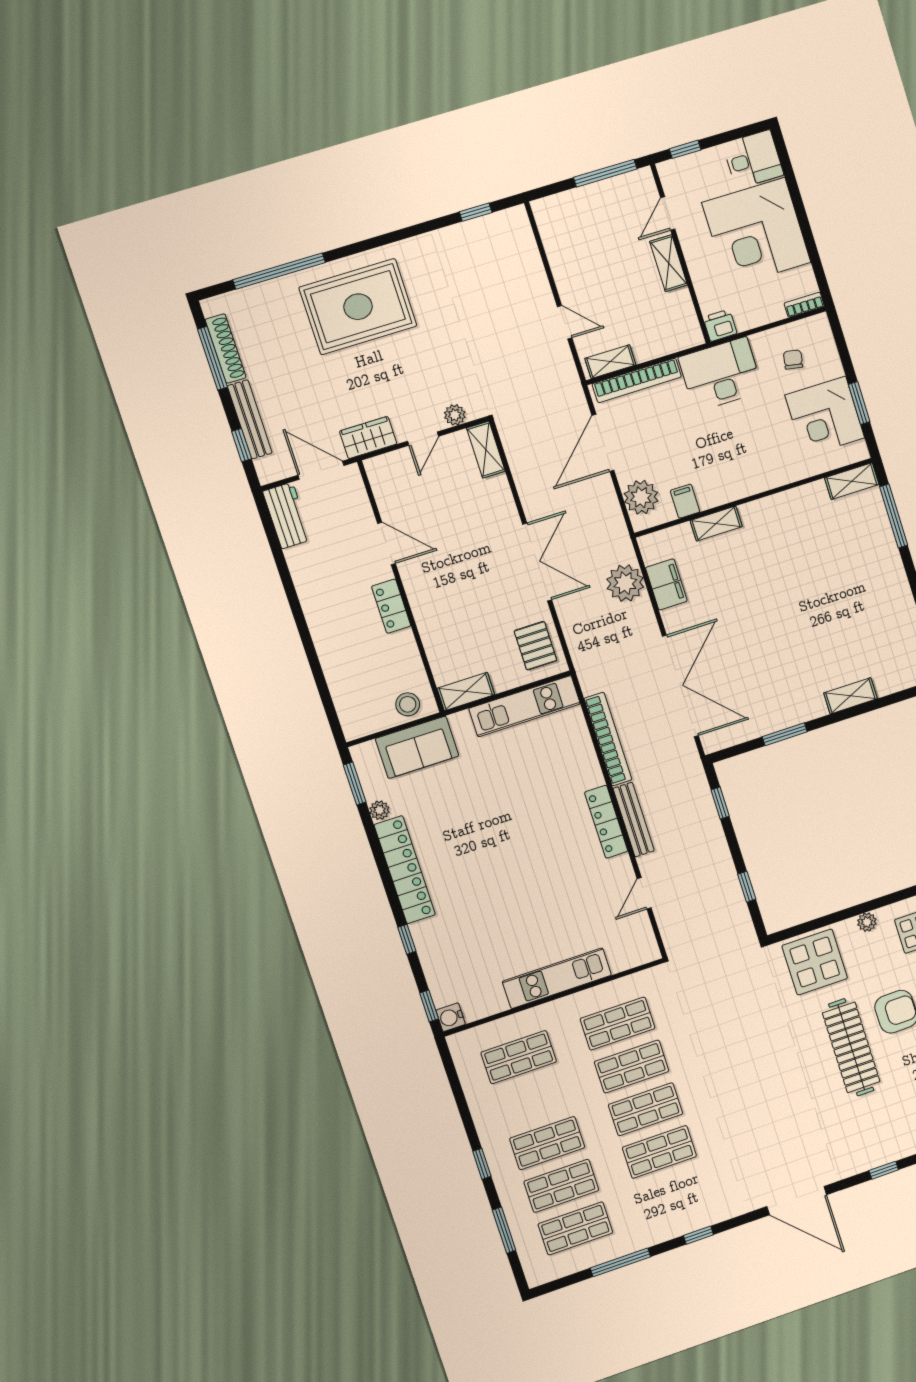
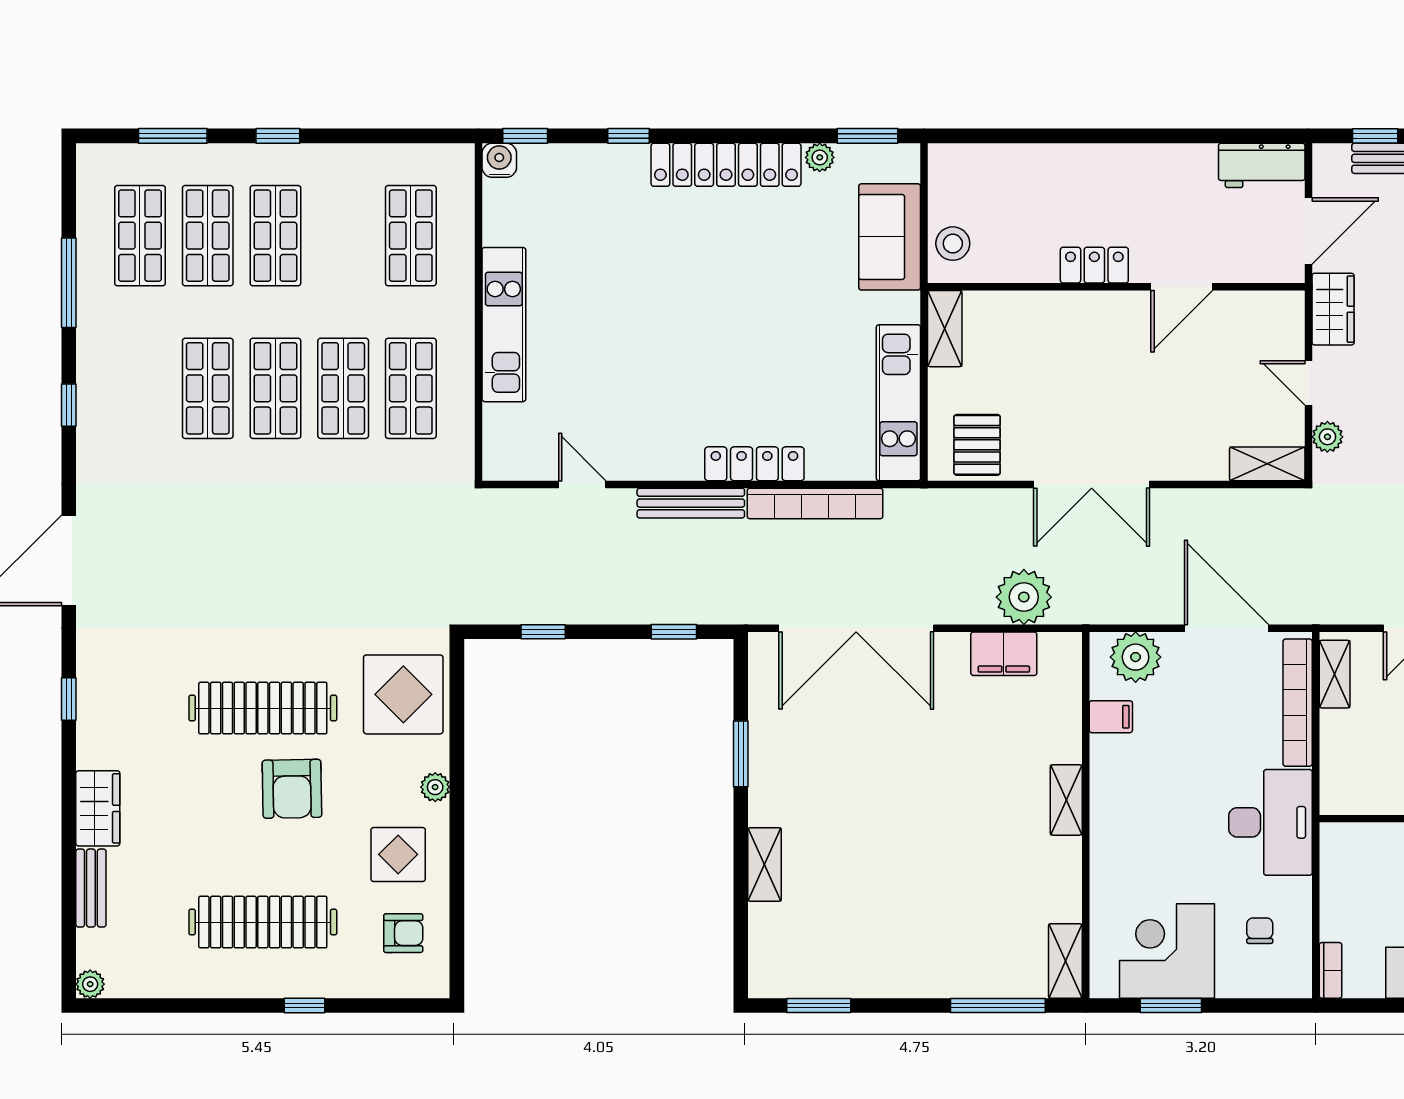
printer: (720, 325) -> (1338, 843), removed
chair: (793, 360) -> (1260, 931), turned -100
shelving: (716, 524) -> (1066, 800), moved
pallet: (535, 646) -> (977, 445), turned 90
locker: (606, 822) -> (754, 464), moved

